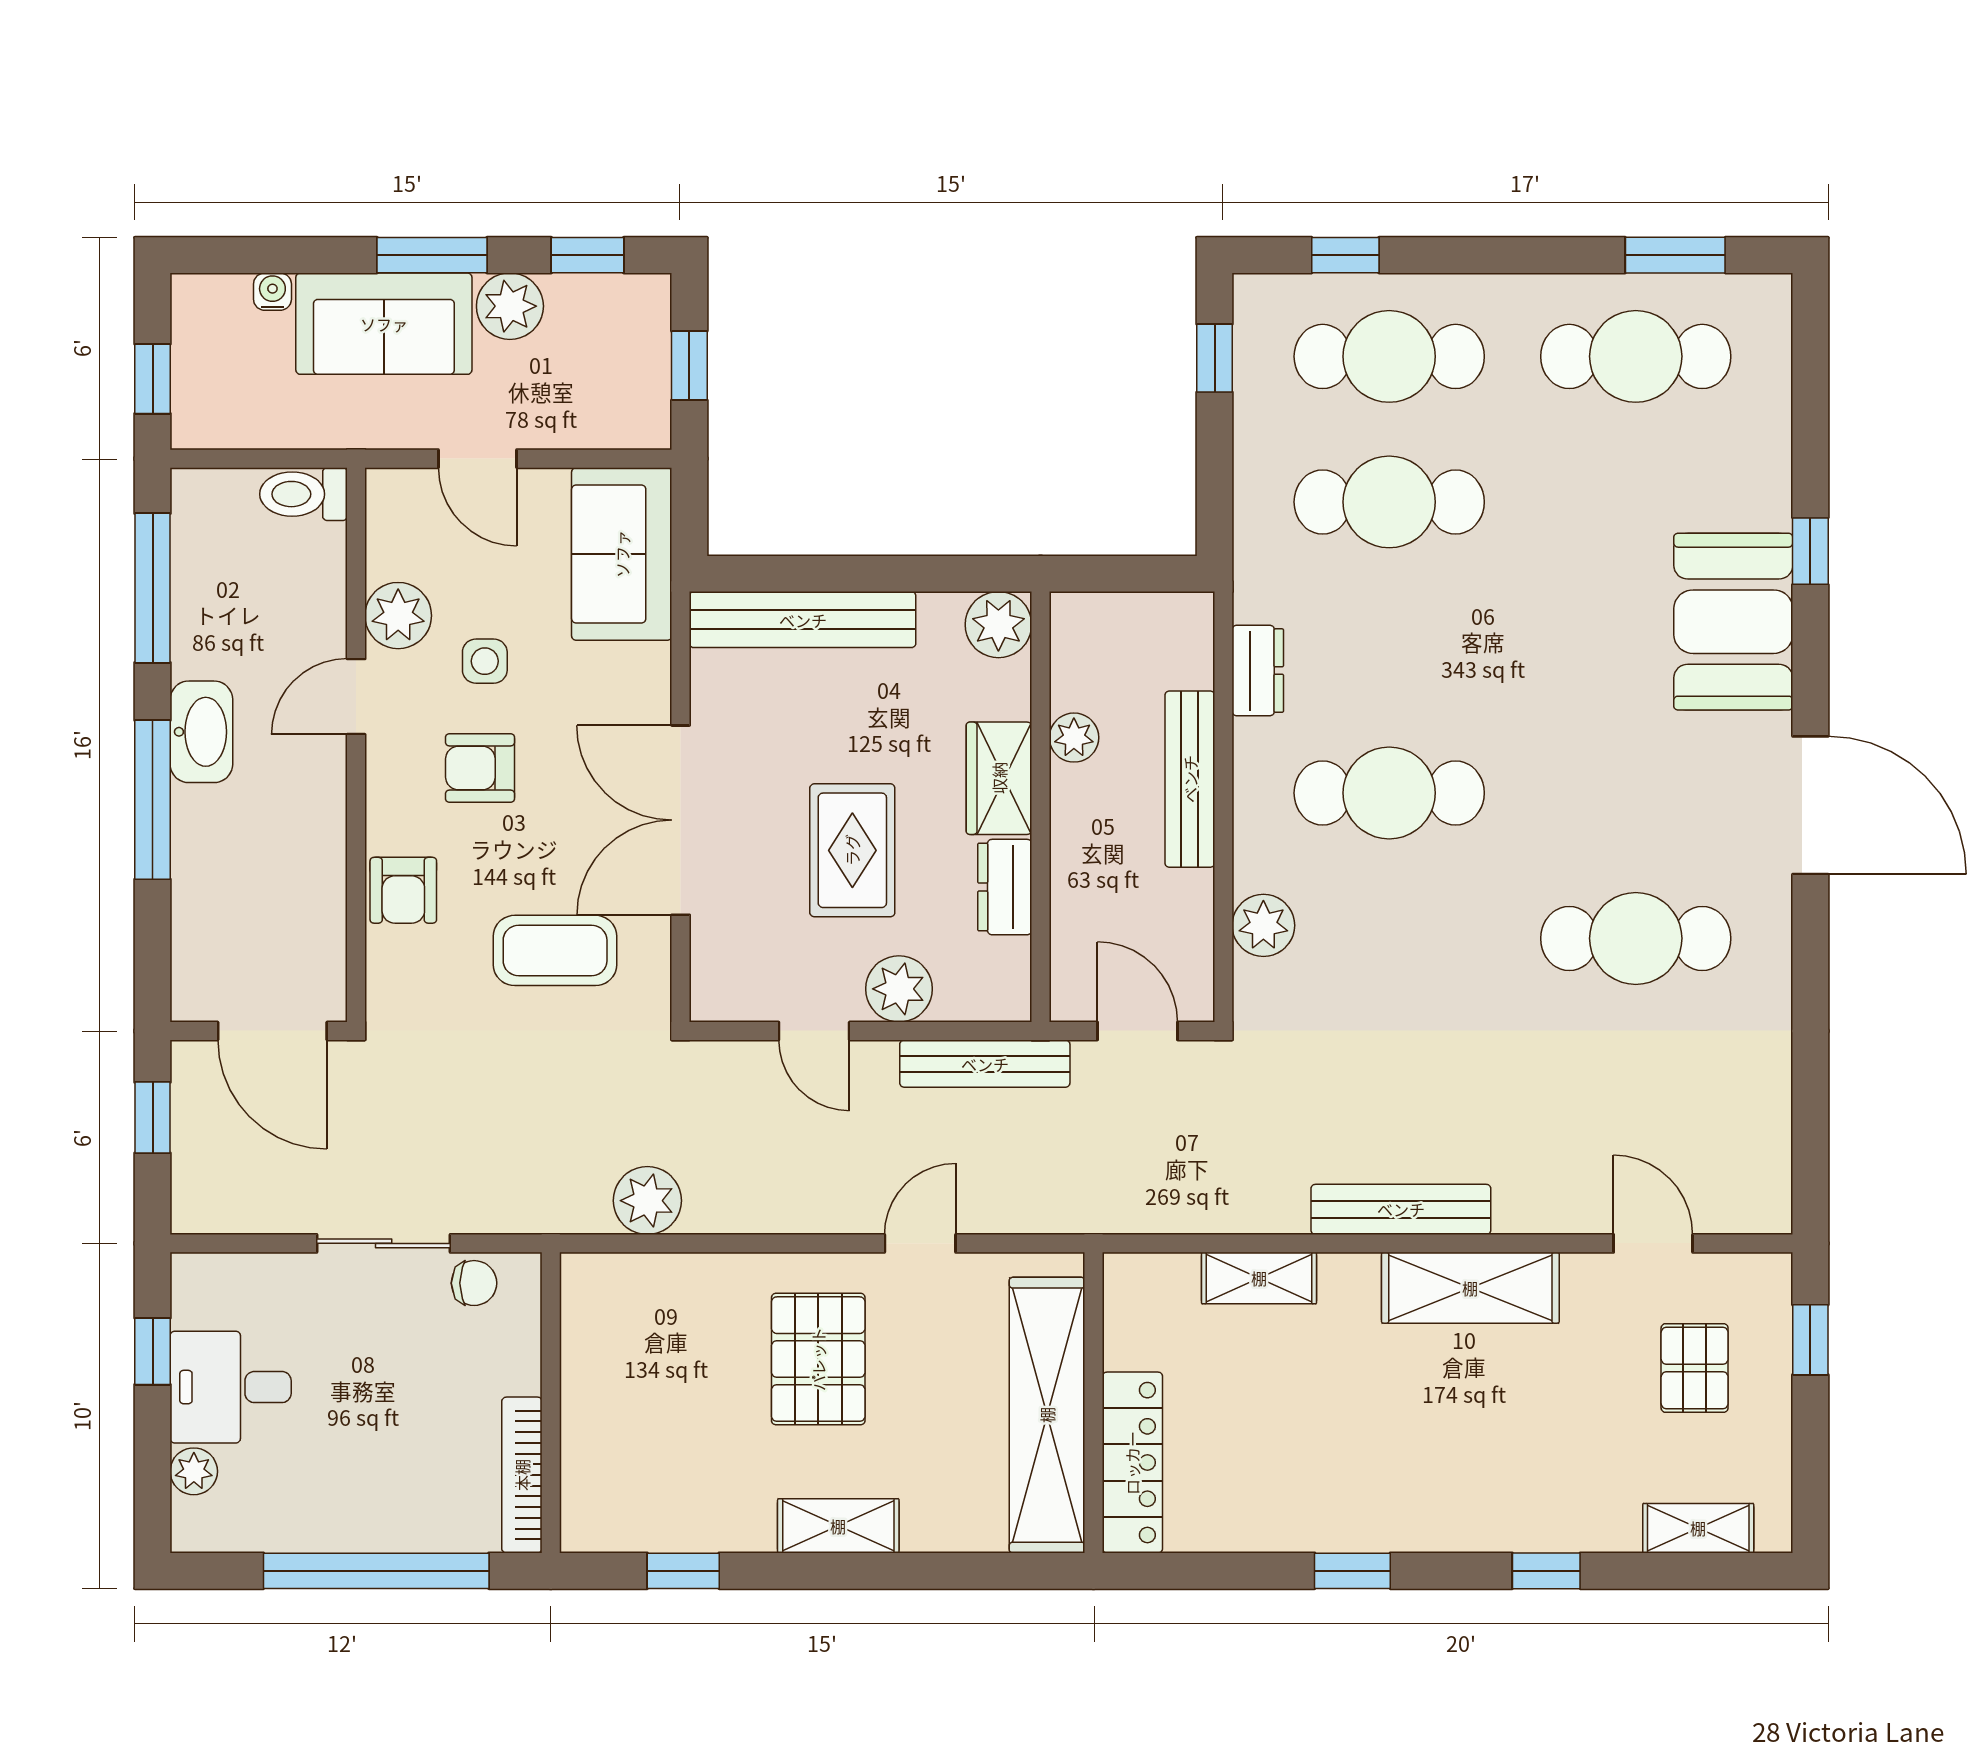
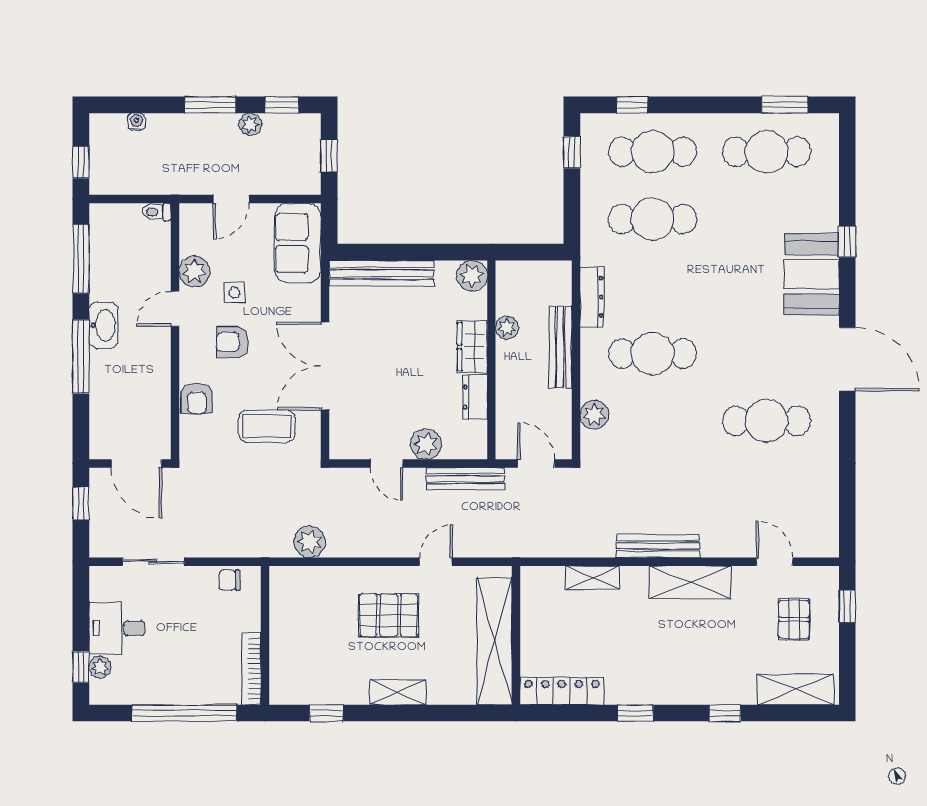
plant: (510, 306) -> (250, 124), width x0.73, depth x0.73
sofa: (384, 324) -> (188, 137), removed
door: (478, 459) -> (231, 199), hinge flipped
toilet: (304, 494) -> (156, 212), width x0.73, depth x0.72
dresser: (1258, 671) -> (592, 297), width x1.44
rug: (852, 850) -> (404, 380), removed
sliding door: (384, 1243) -> (153, 562), moved
chair: (474, 1283) -> (230, 580), turned 180
window: (153, 1351) -> (81, 667), moved
pallet: (818, 1359) -> (389, 615), turned 90
locker: (1132, 1463) -> (562, 691), moved, turned -90
shelving: (1698, 1528) -> (795, 690), width x1.50, depth x1.33

